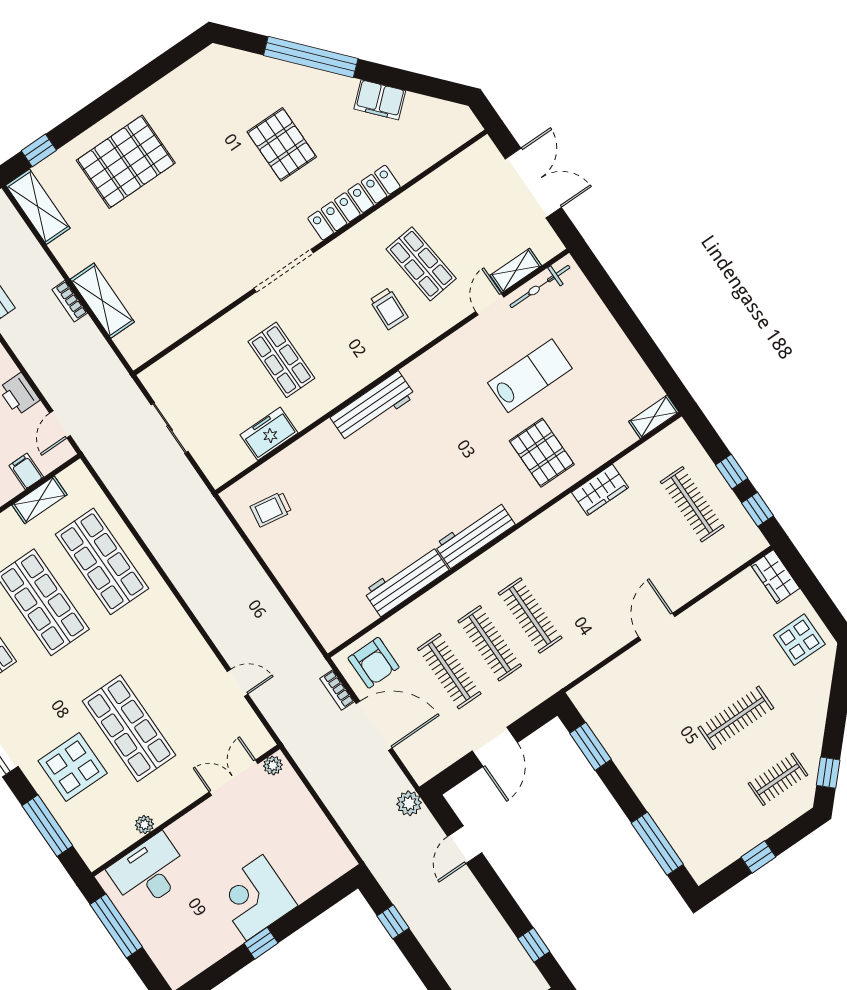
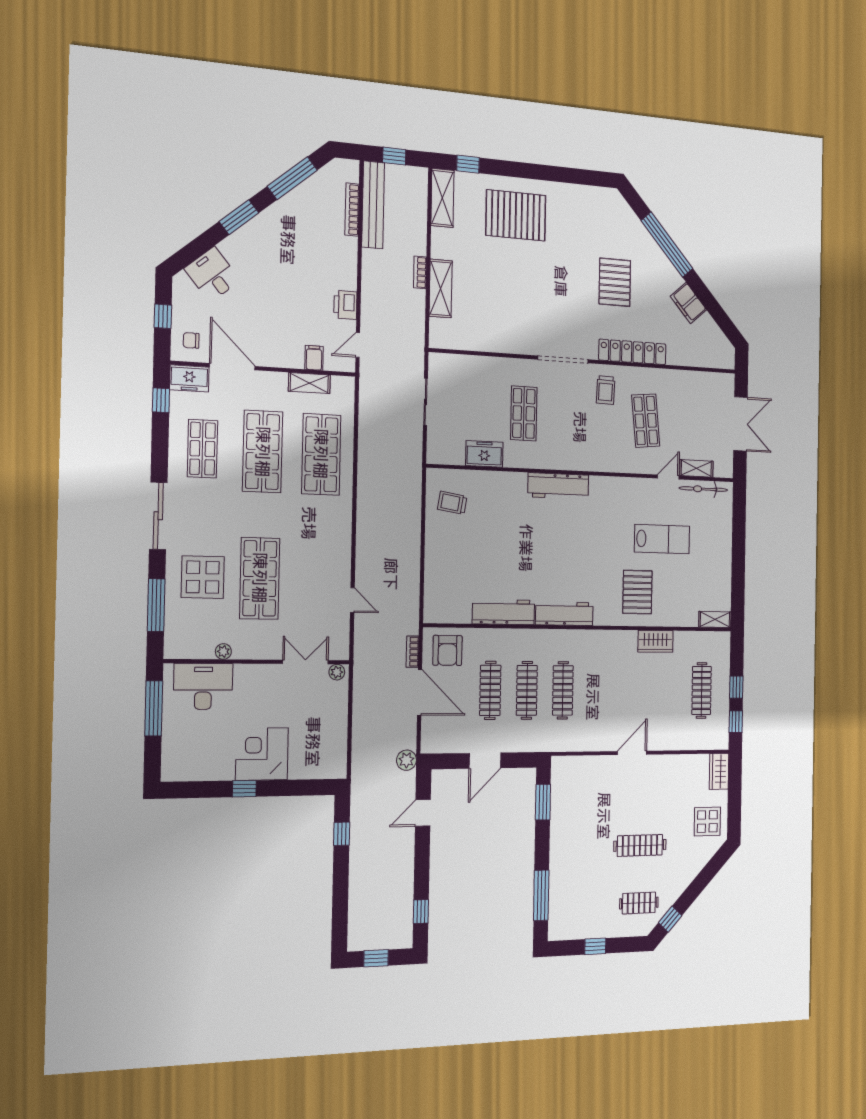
trolley: (389, 309) -> (606, 390), moved

